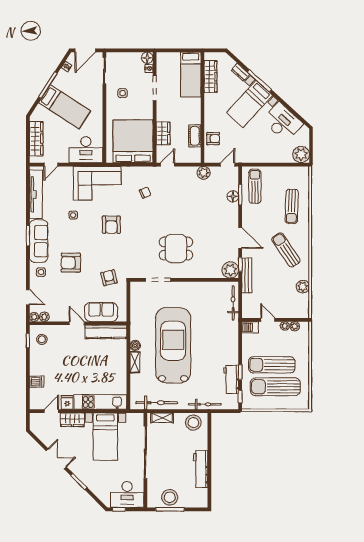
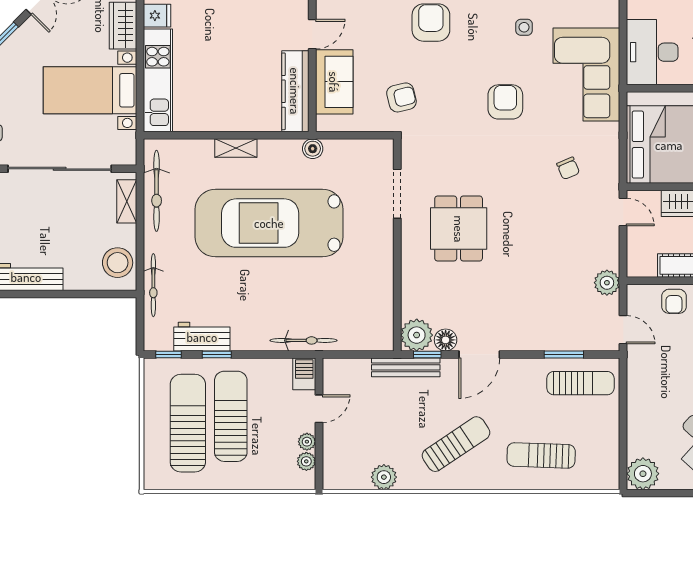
floor lamp: (233, 196) -> (446, 340), moved
armchair: (111, 225) -> (505, 102), turned 90
bicycle: (233, 303) -> (304, 340), moved
boiler: (135, 345) -> (313, 149), moved
car: (173, 345) -> (269, 223), turned 180

